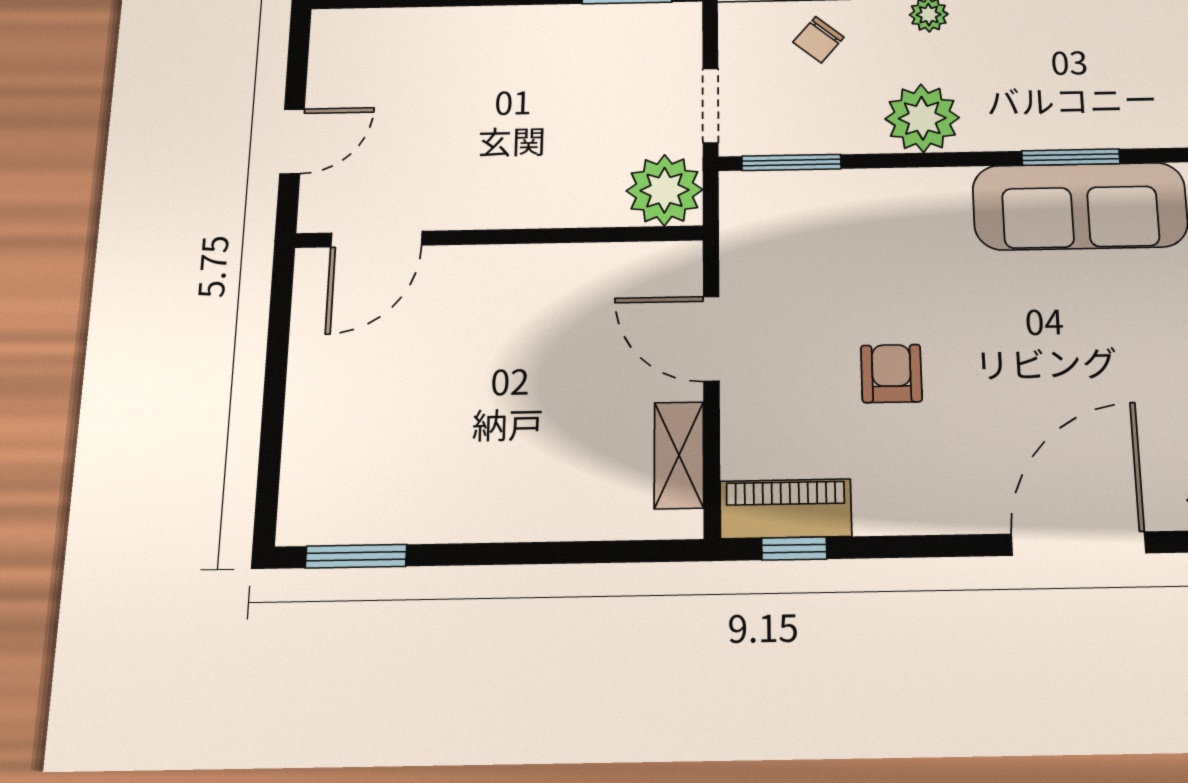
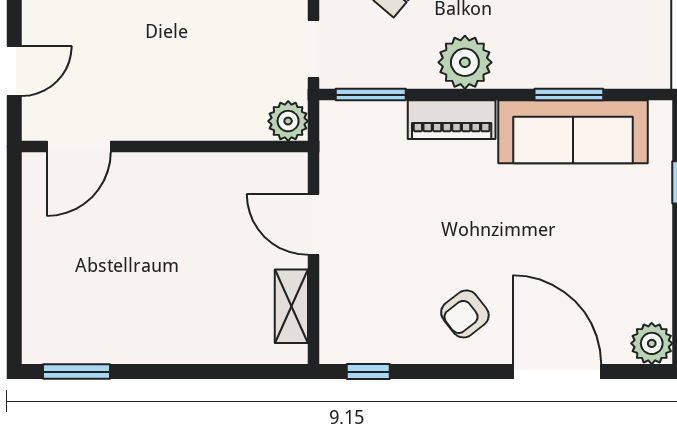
plant: (664, 190) -> (288, 121), width x0.73, depth x0.73
armchair: (891, 374) -> (465, 314), moved, turned -128
piano: (786, 509) -> (452, 120), moved, turned 180
door: (1078, 544) -> (557, 372), hinge flipped

